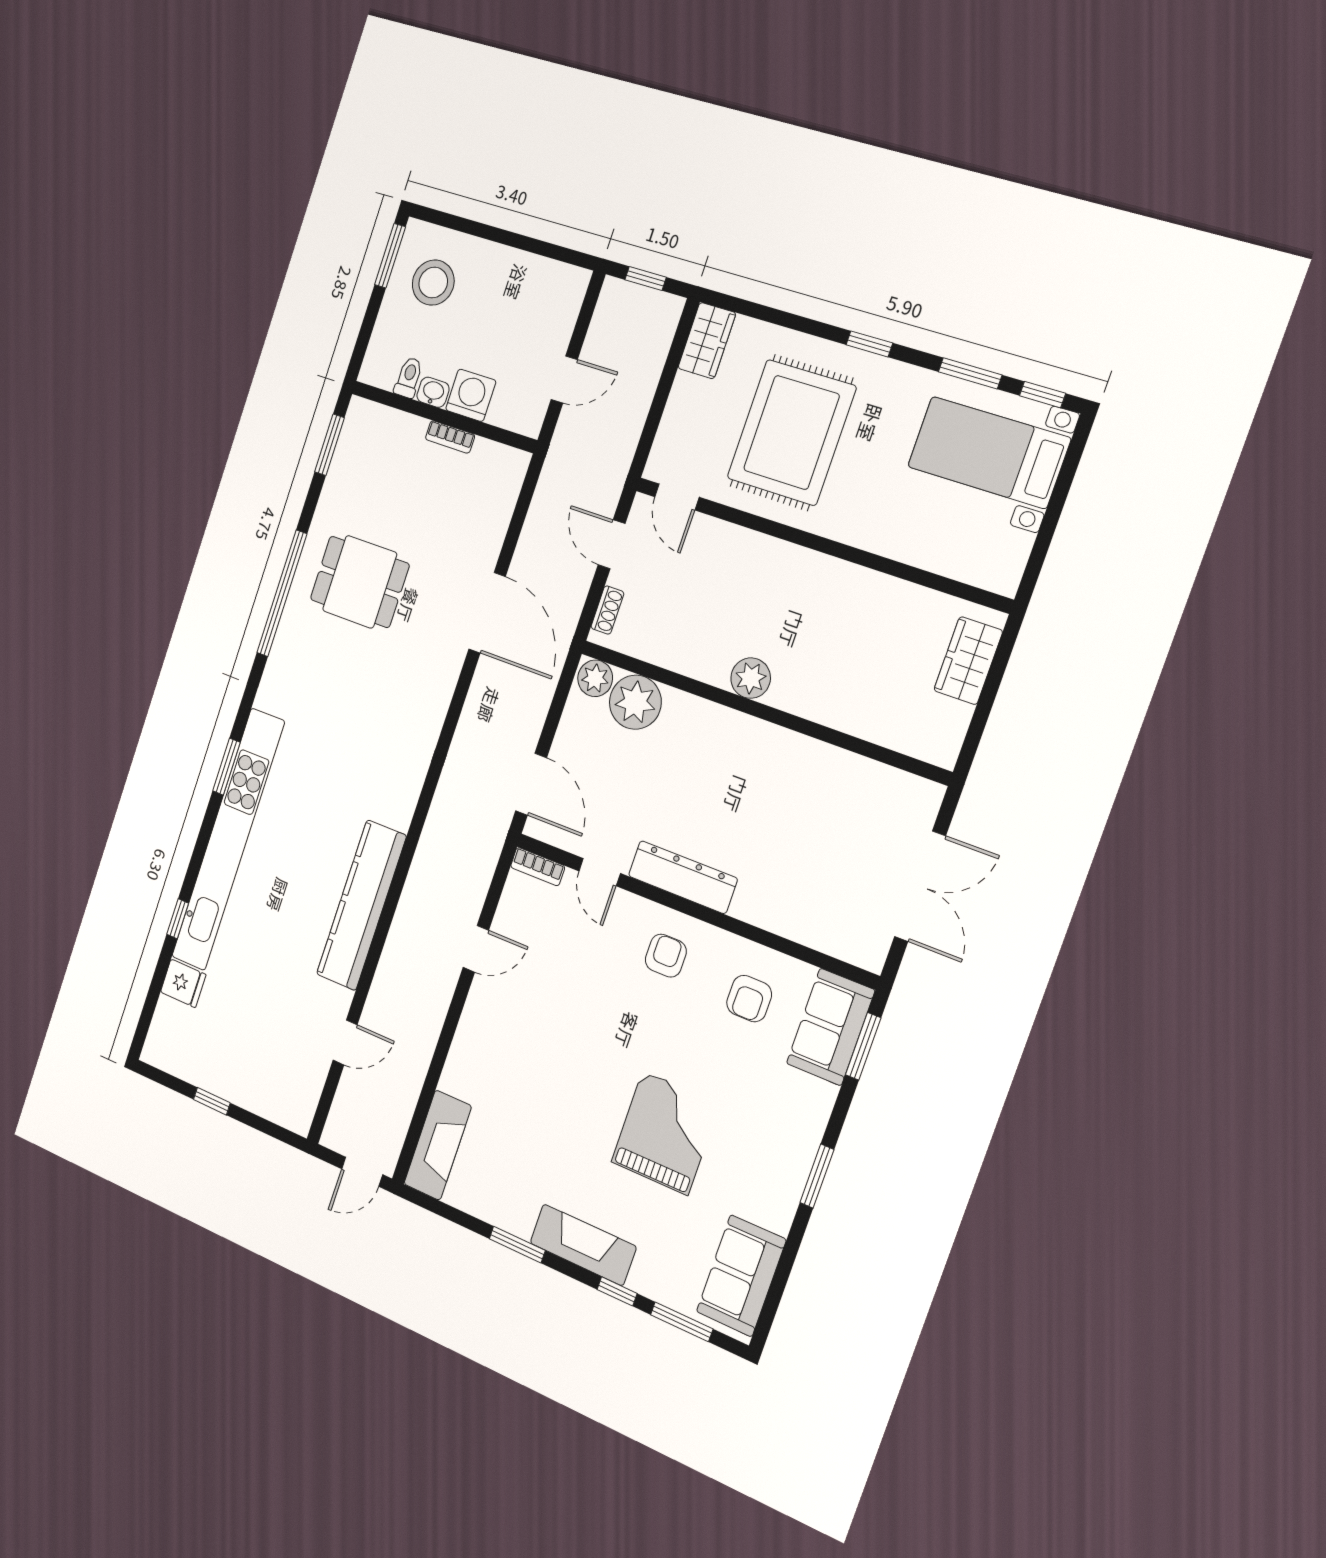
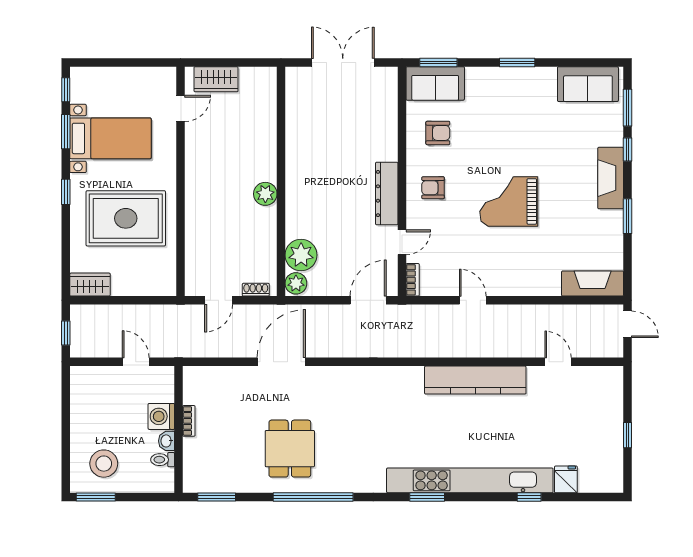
bed with nightstands: (989, 452) -> (110, 138), moved, turned -90
door: (677, 497) -> (181, 108), moved
grand piano: (665, 1133) -> (509, 201), moved

